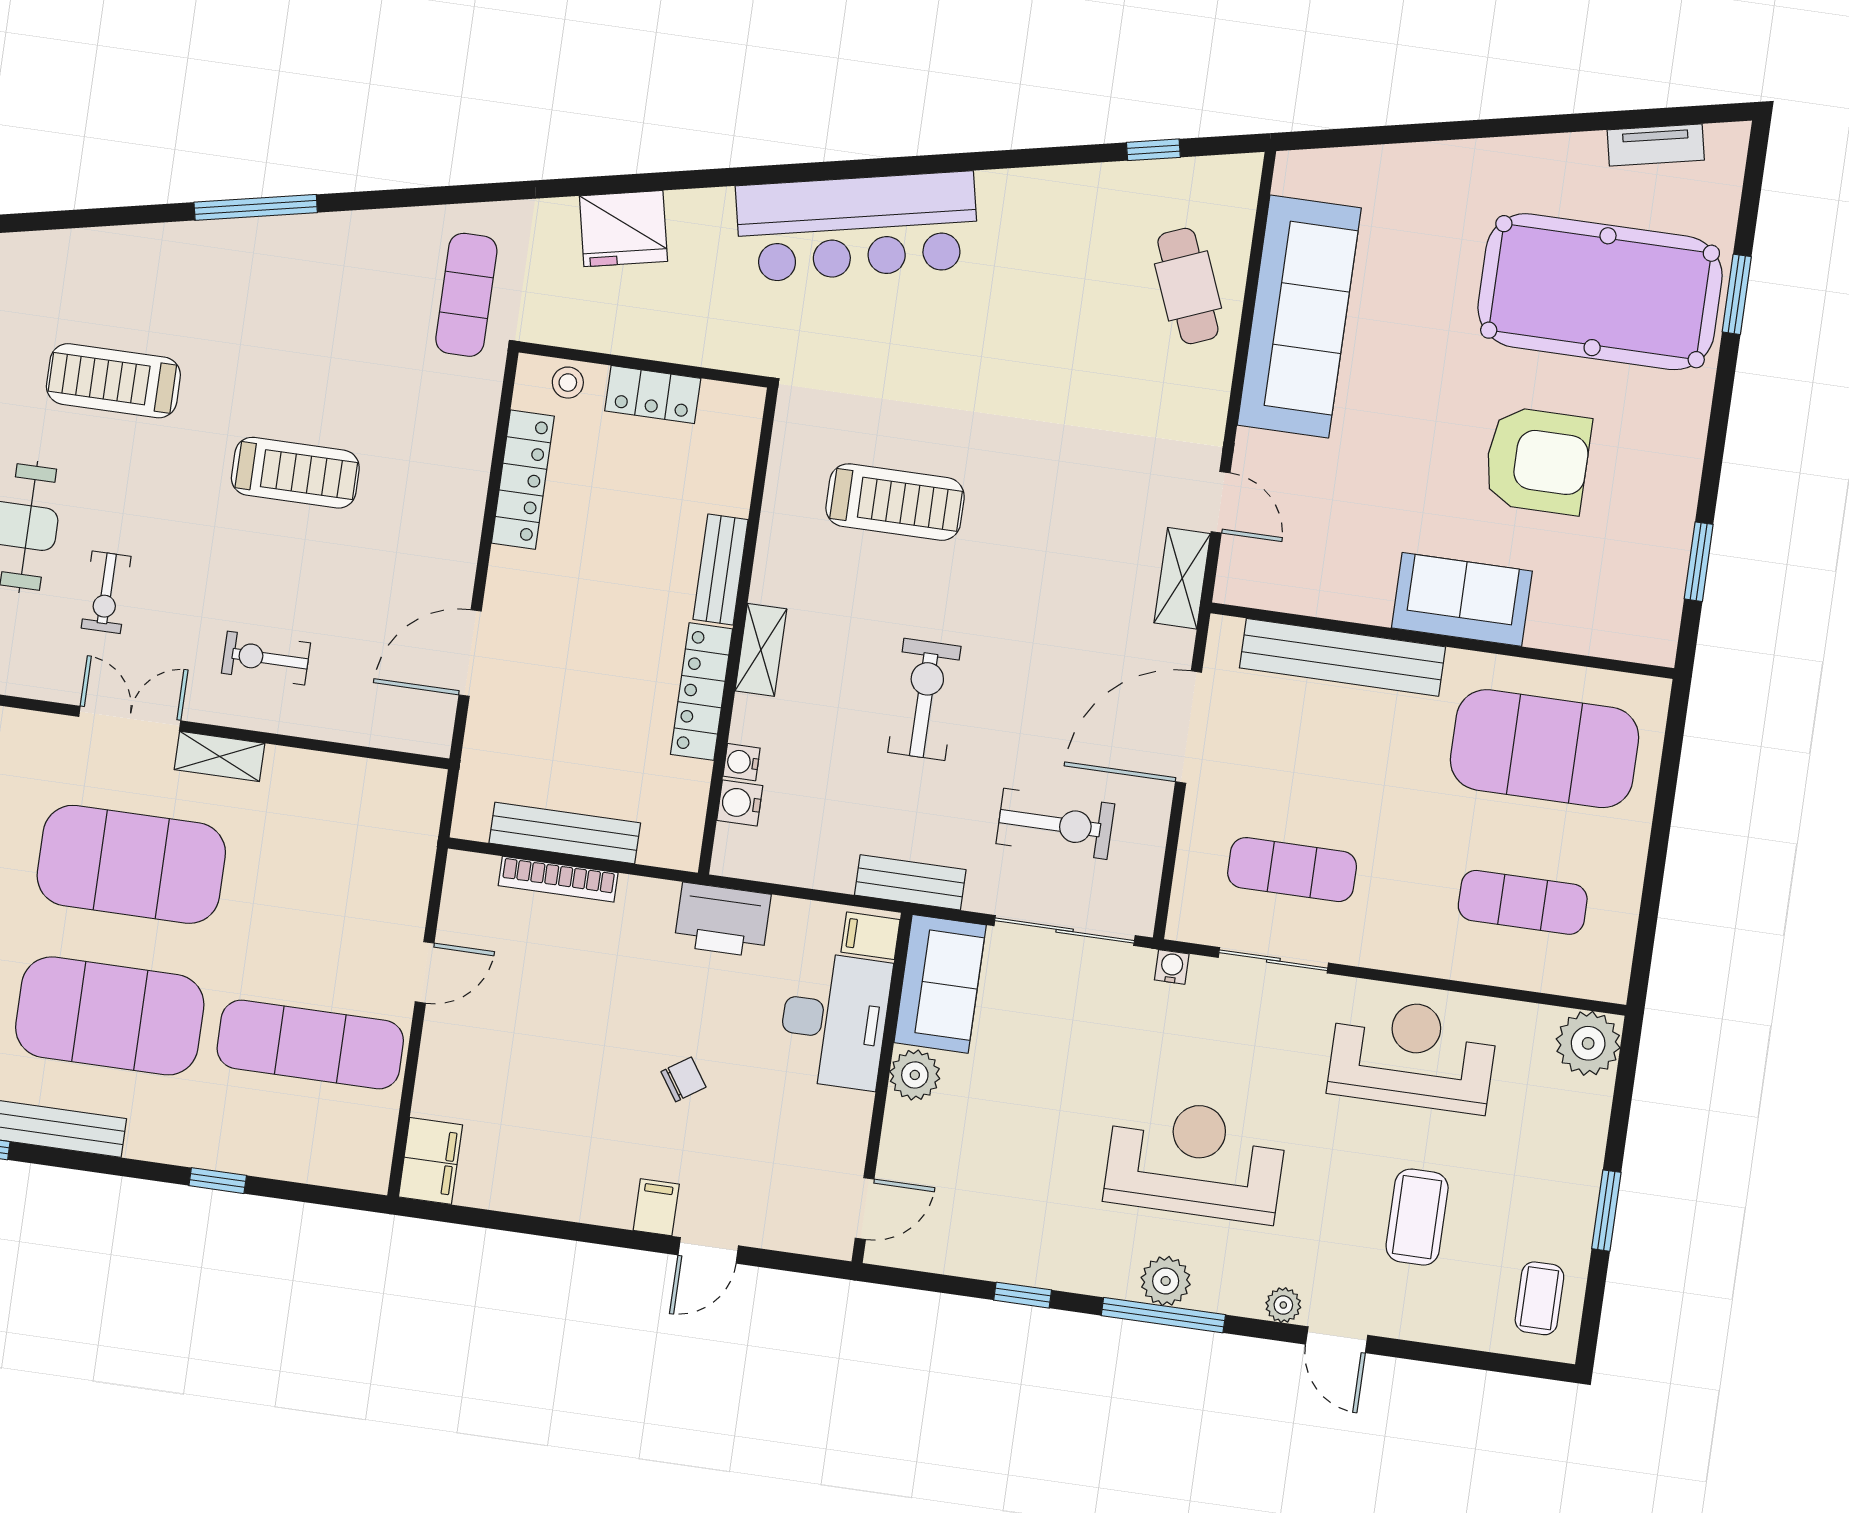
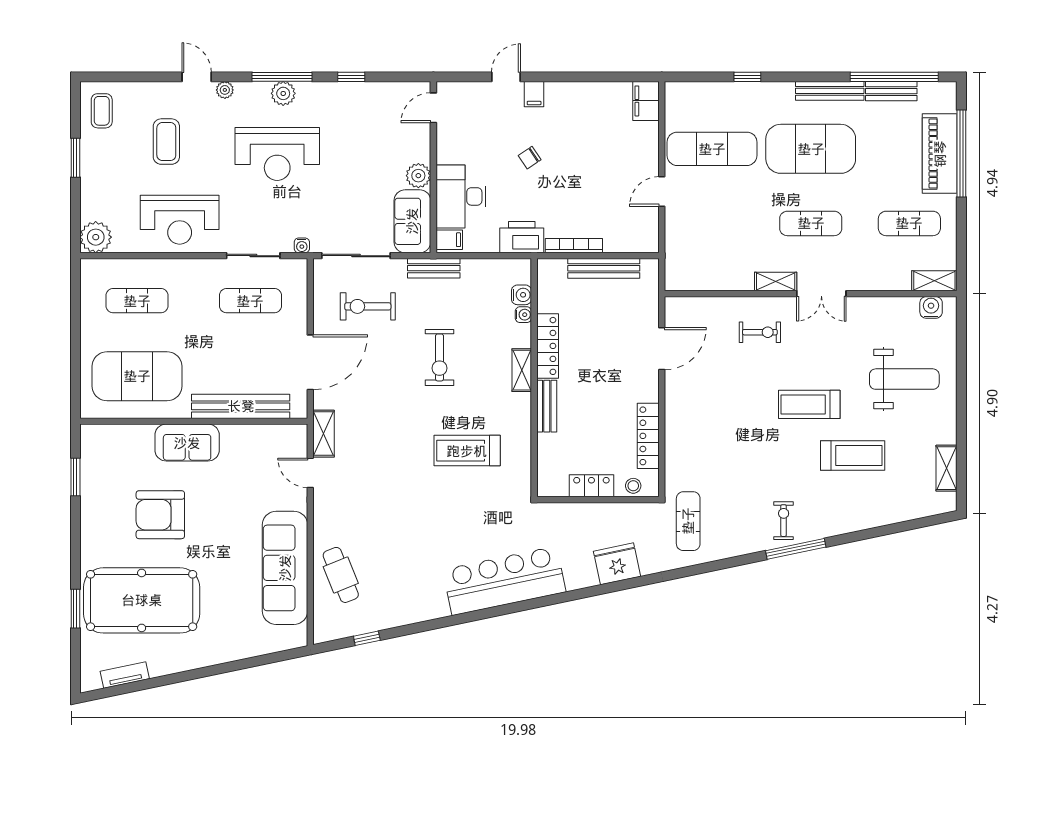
treadmill: (295, 473) -> (809, 404), moved
exercise bike: (106, 592) -> (784, 521), moved
exercise mat: (131, 864) -> (811, 223), width x0.50, depth x0.69
bookcase: (558, 879) -> (574, 246), moved

